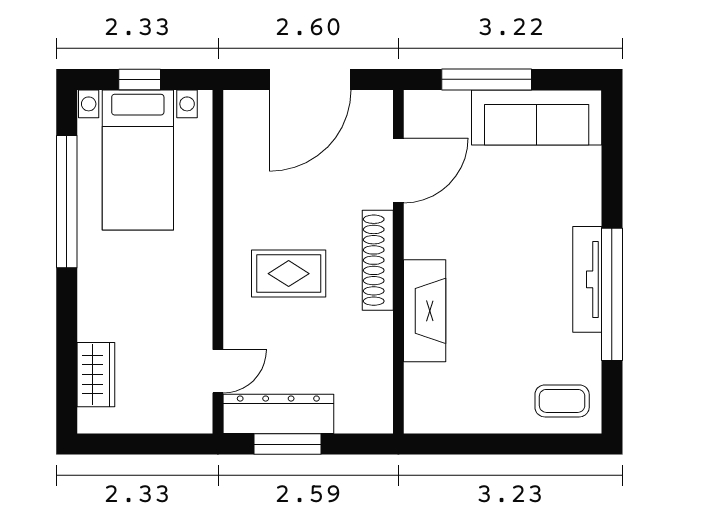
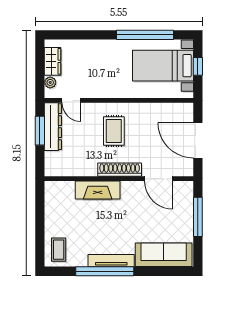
sofa: (537, 118) -> (164, 255), moved, turned 90
wardrobe: (96, 375) -> (52, 61), moved, turned -90
plant: (177, 420) -> (50, 82), added

